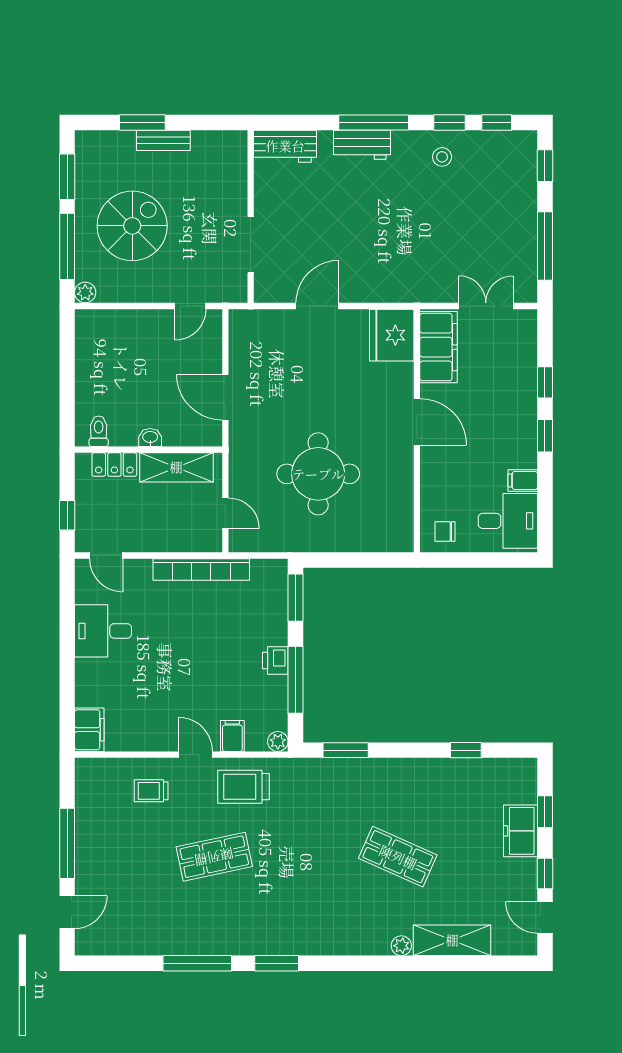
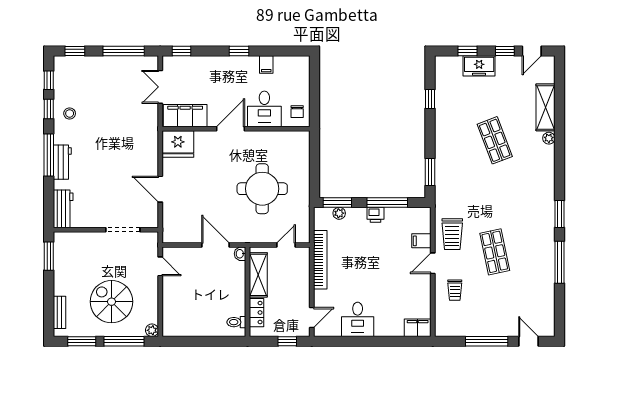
window: (142, 123) -> (49, 256), moved
bench: (163, 140) -> (60, 312), moved
window: (545, 382) -> (181, 51), moved
door: (225, 397) -> (216, 245), swing flipped
washbasin: (150, 437) -> (240, 254), moved
desk: (508, 521) -> (264, 109), moved, turned 180
plant: (278, 741) -> (339, 213), moved
shop shelf: (398, 857) -> (495, 140), turned -45

